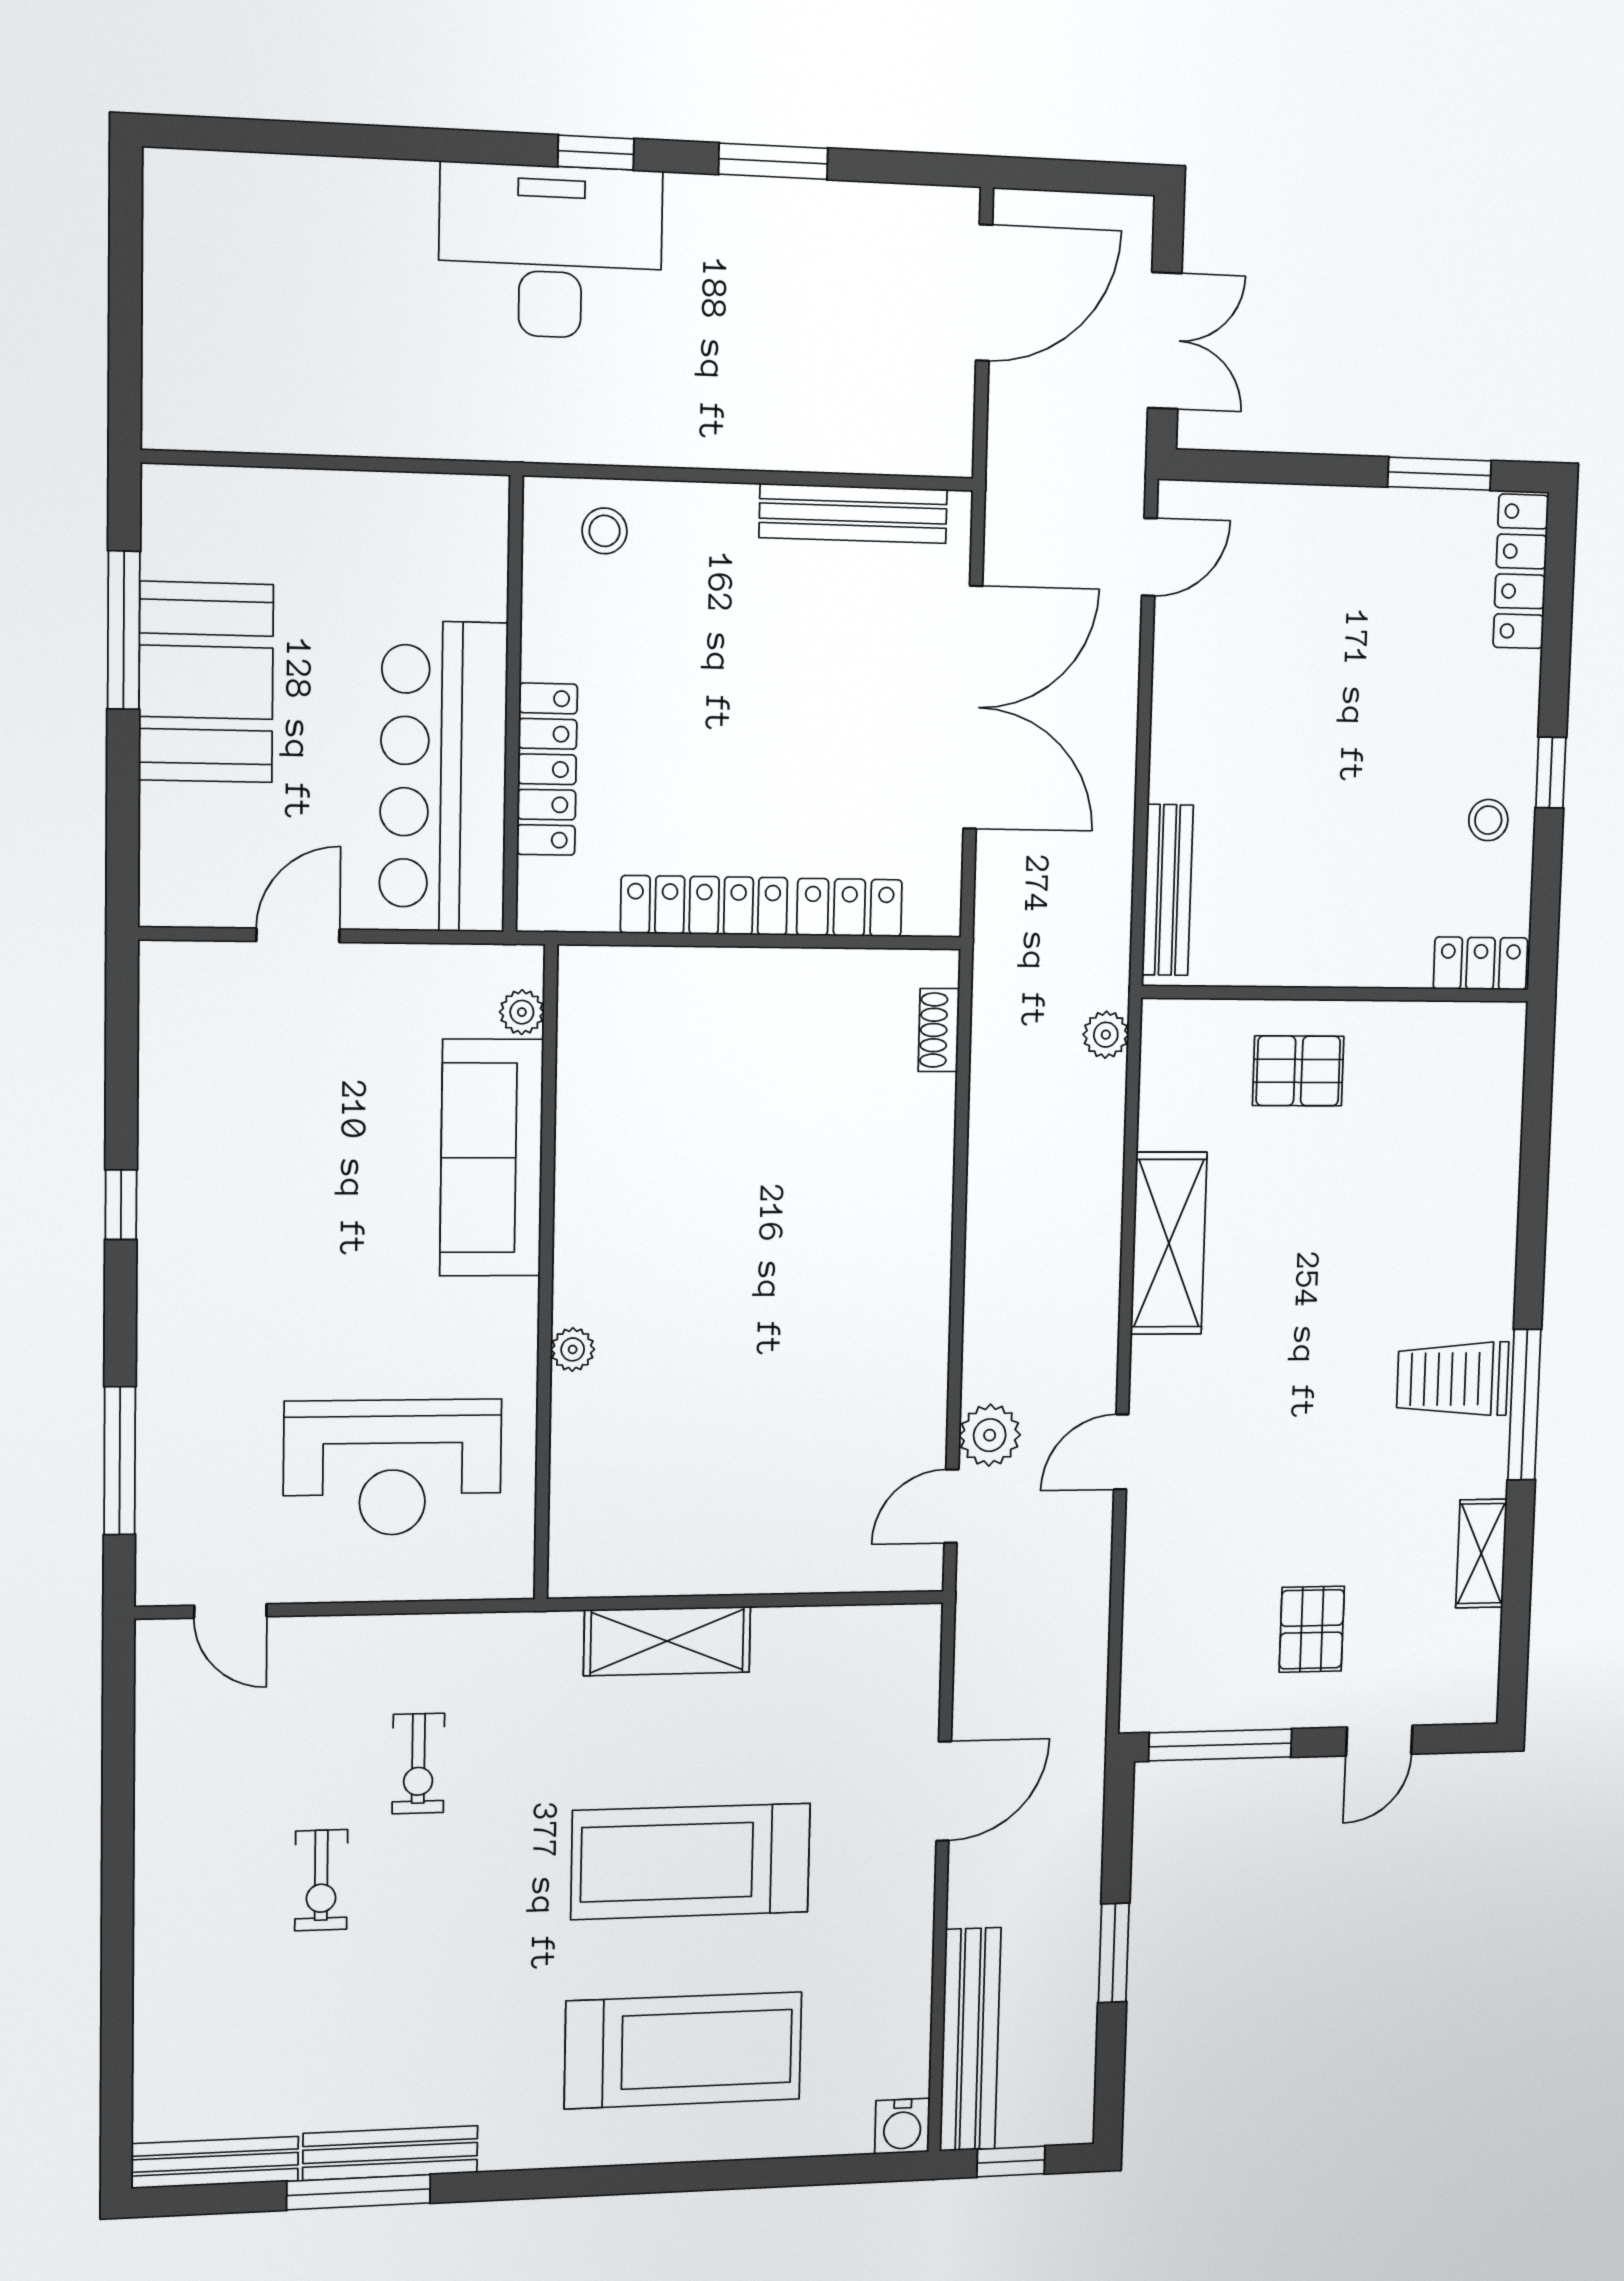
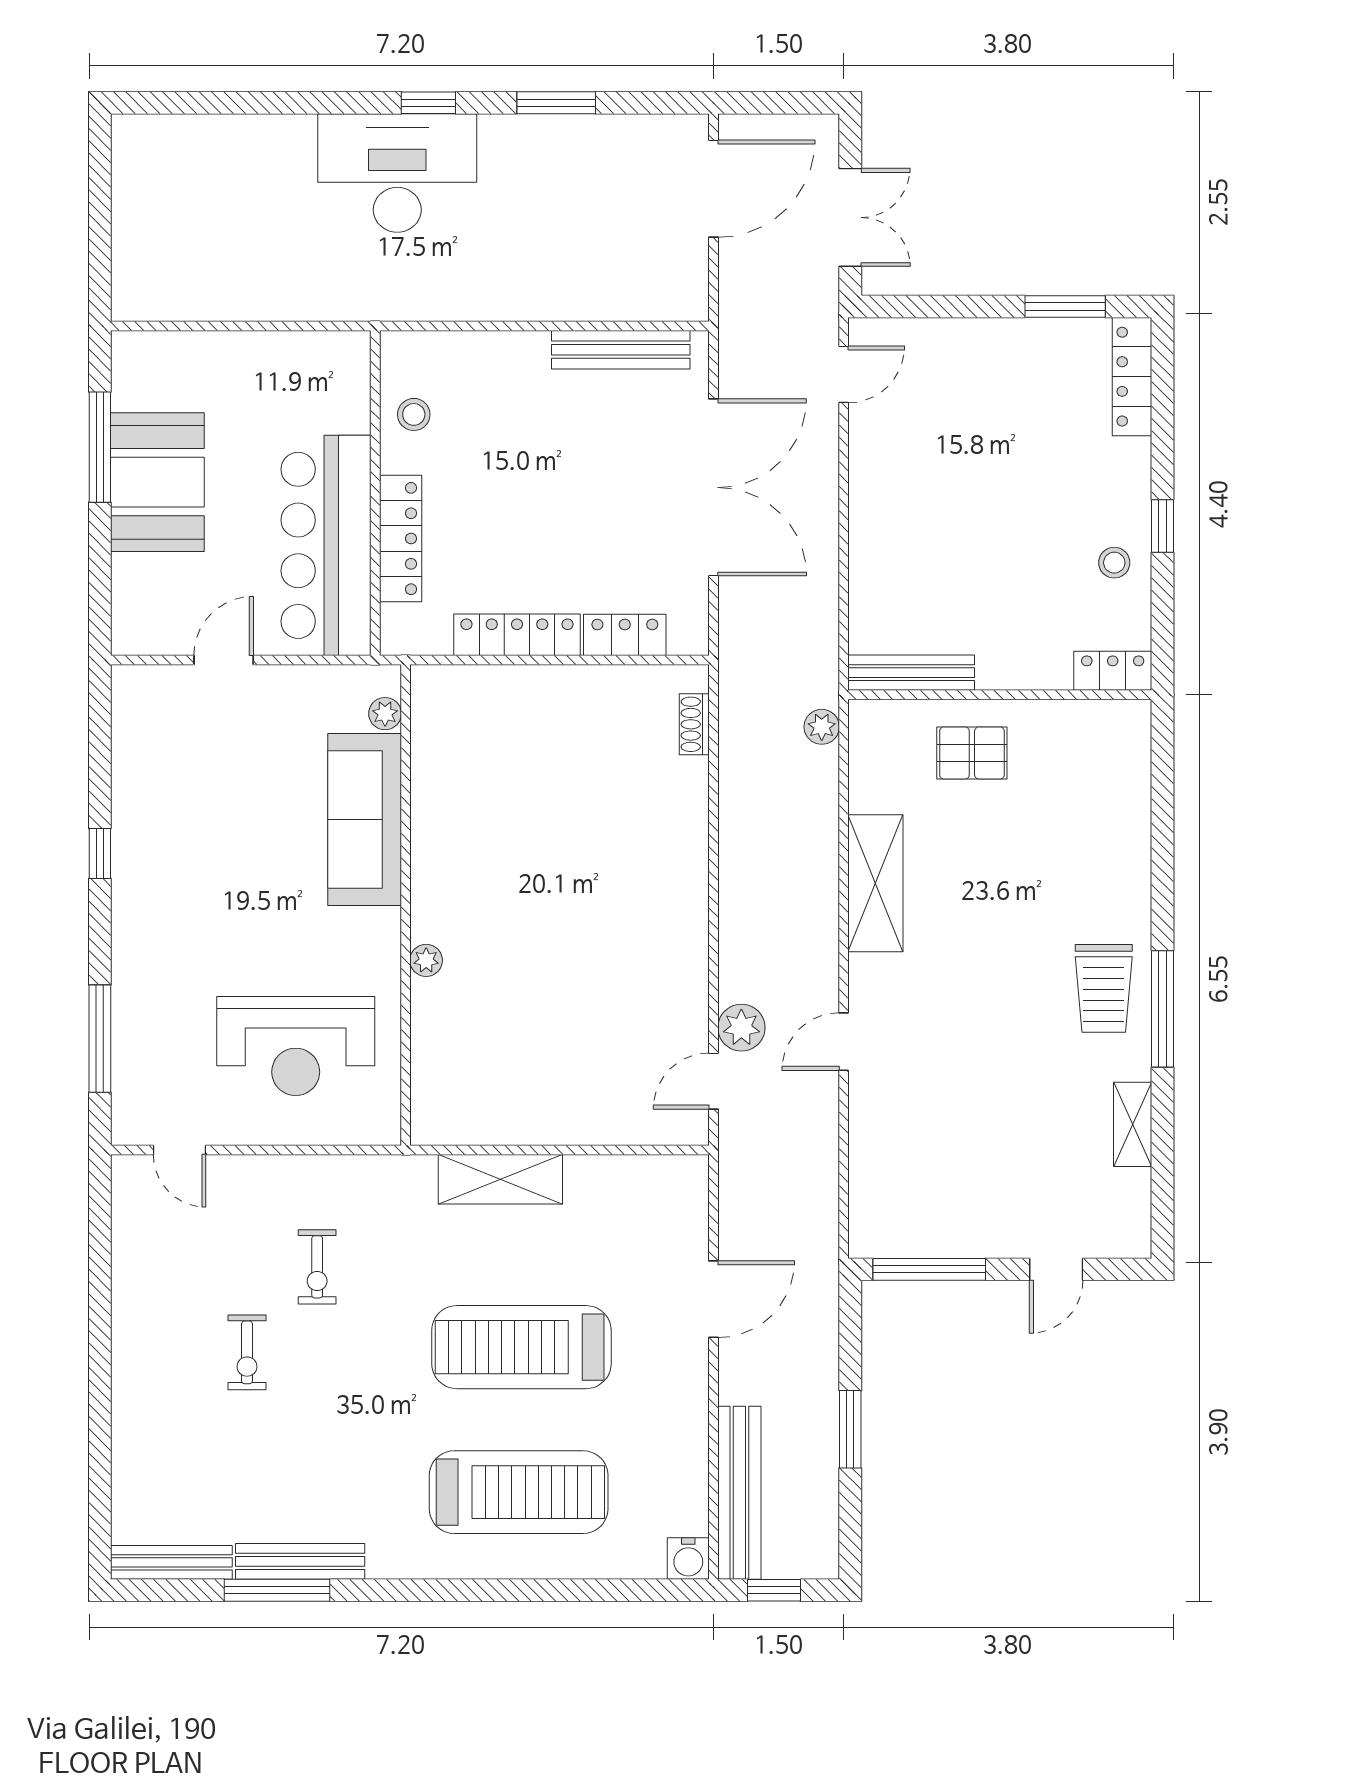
stool: (605, 531) -> (414, 414), moved
bench: (1168, 890) -> (911, 673), moved, turned 90
trolley: (1453, 1379) -> (1104, 988), turned -90
pallet: (1312, 1629) -> (999, 1181), removed

